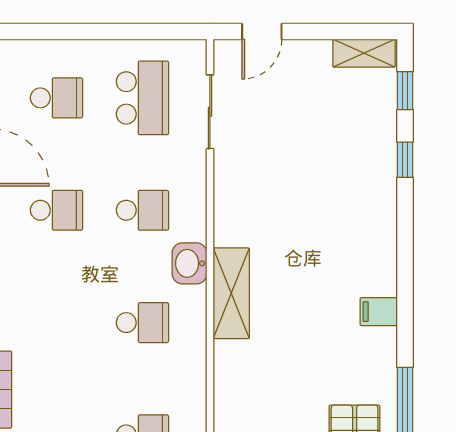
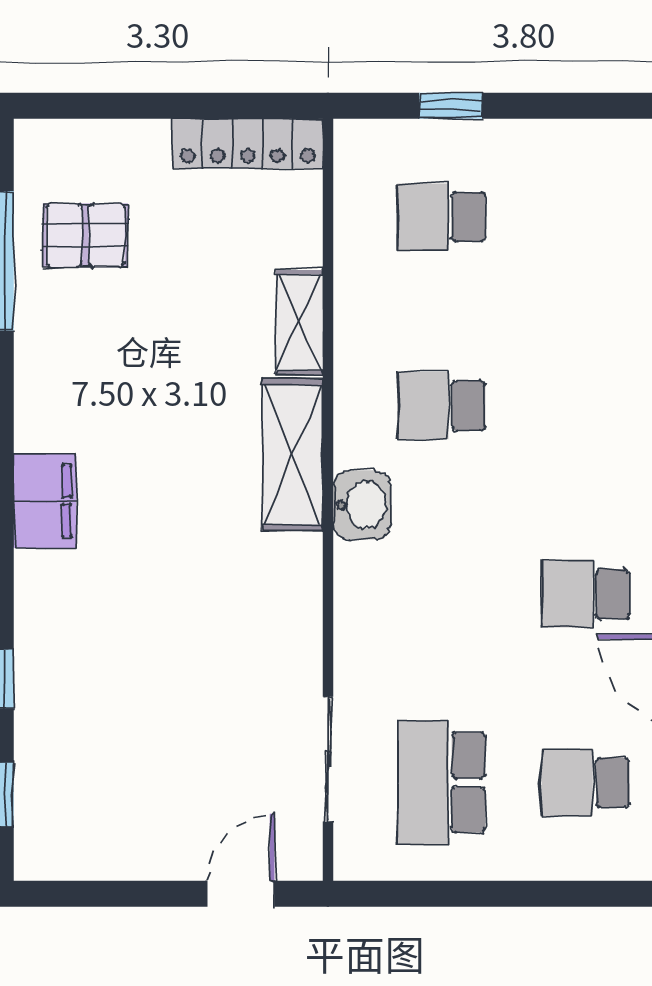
shelving: (364, 53) -> (299, 322), moved, turned 90
school desk: (142, 210) -> (441, 594), removed
filing cabinet: (379, 312) -> (45, 501), moved, width x2.00

